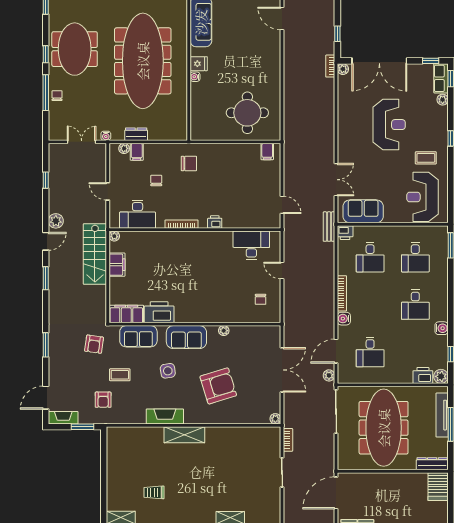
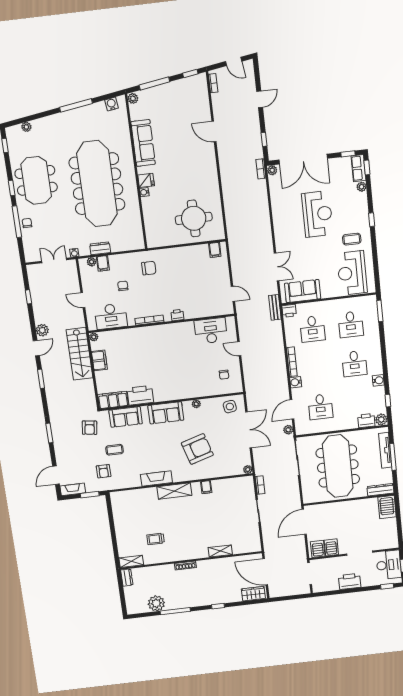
side table: (168, 371) -> (230, 407), moved
filing cabinet: (223, 435) -> (206, 487), added

